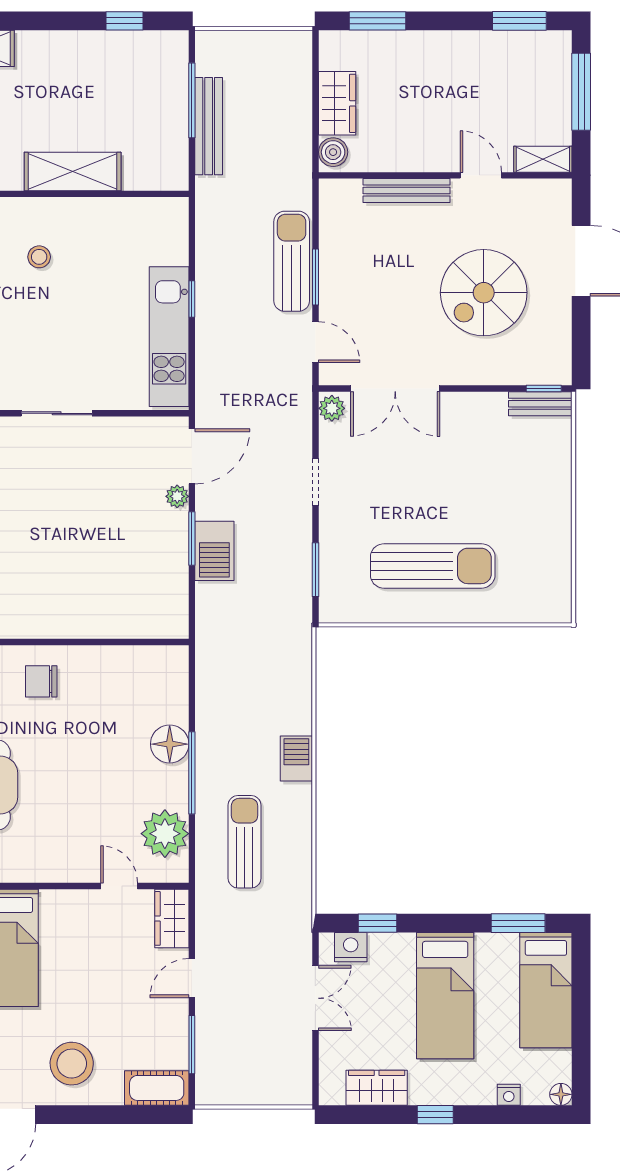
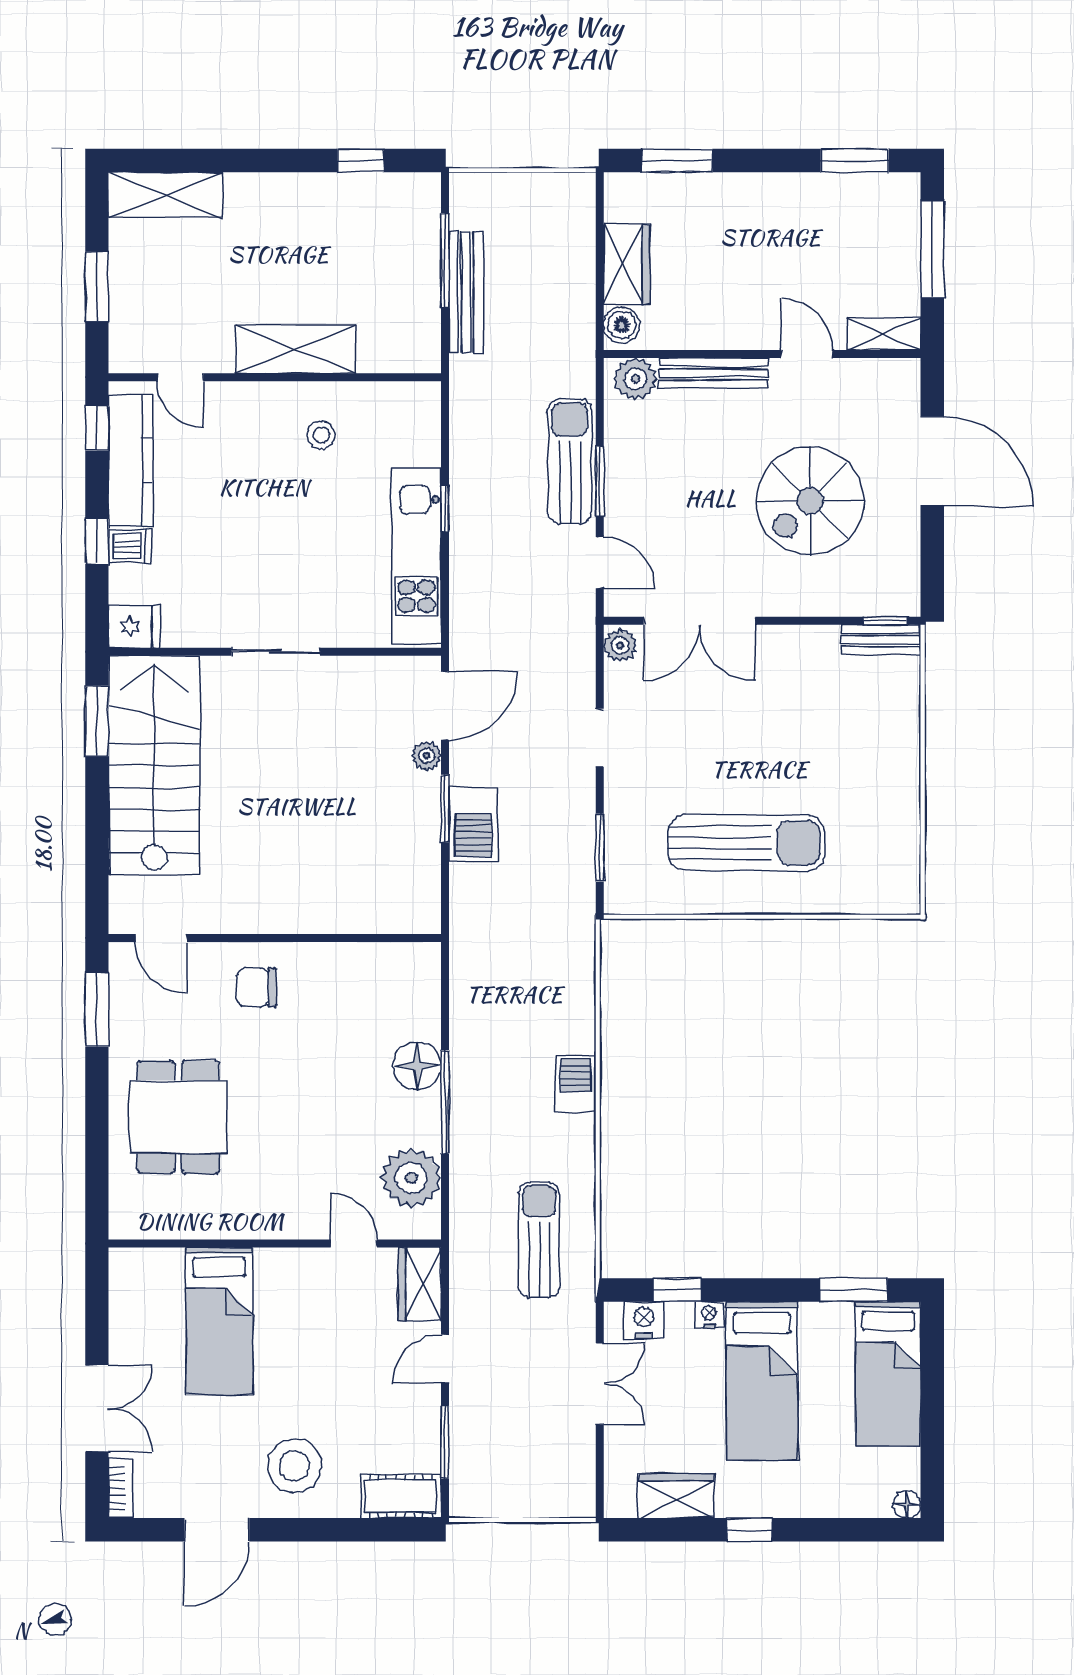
plant: (344, 195) -> (635, 379), added
stool: (39, 257) -> (321, 435), moved
sun lounger: (245, 842) -> (539, 1240), moved
nightstand: (509, 1095) -> (709, 1315), moved, turned 180

